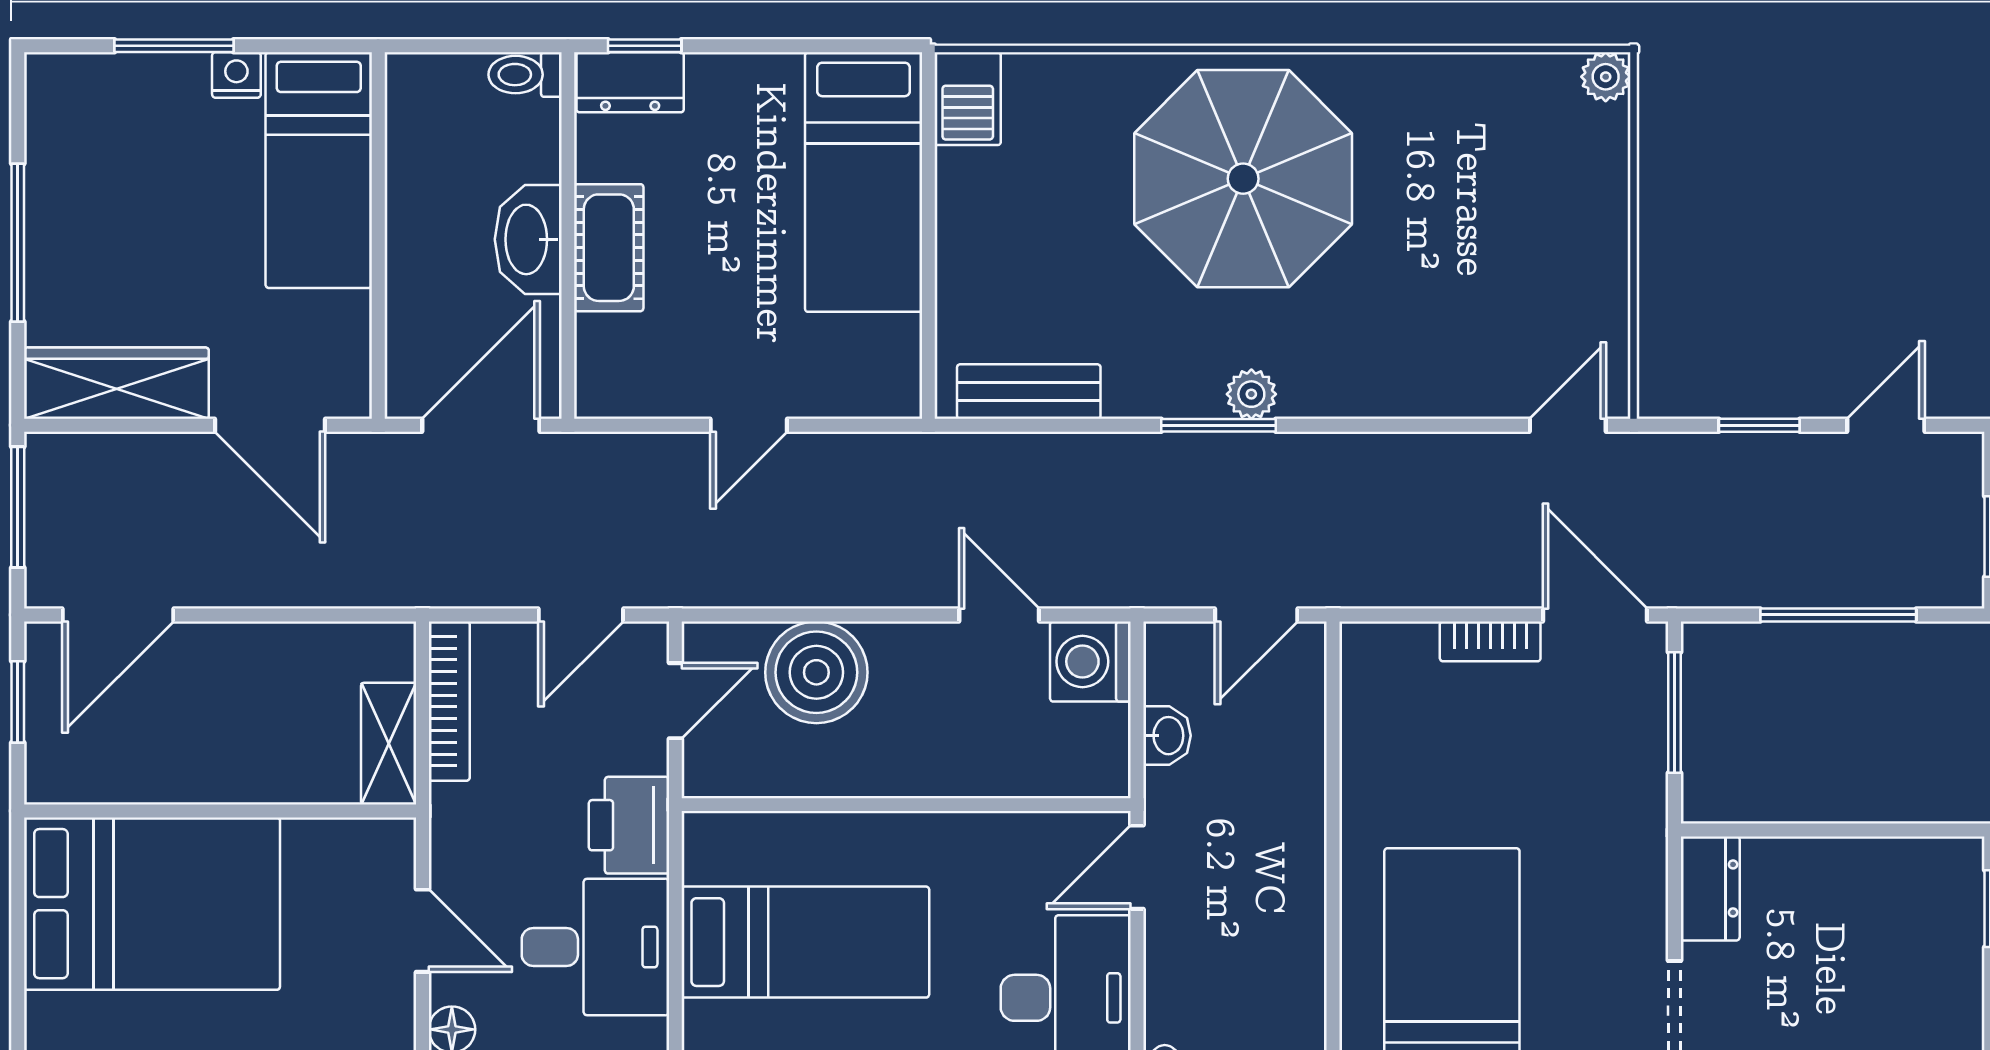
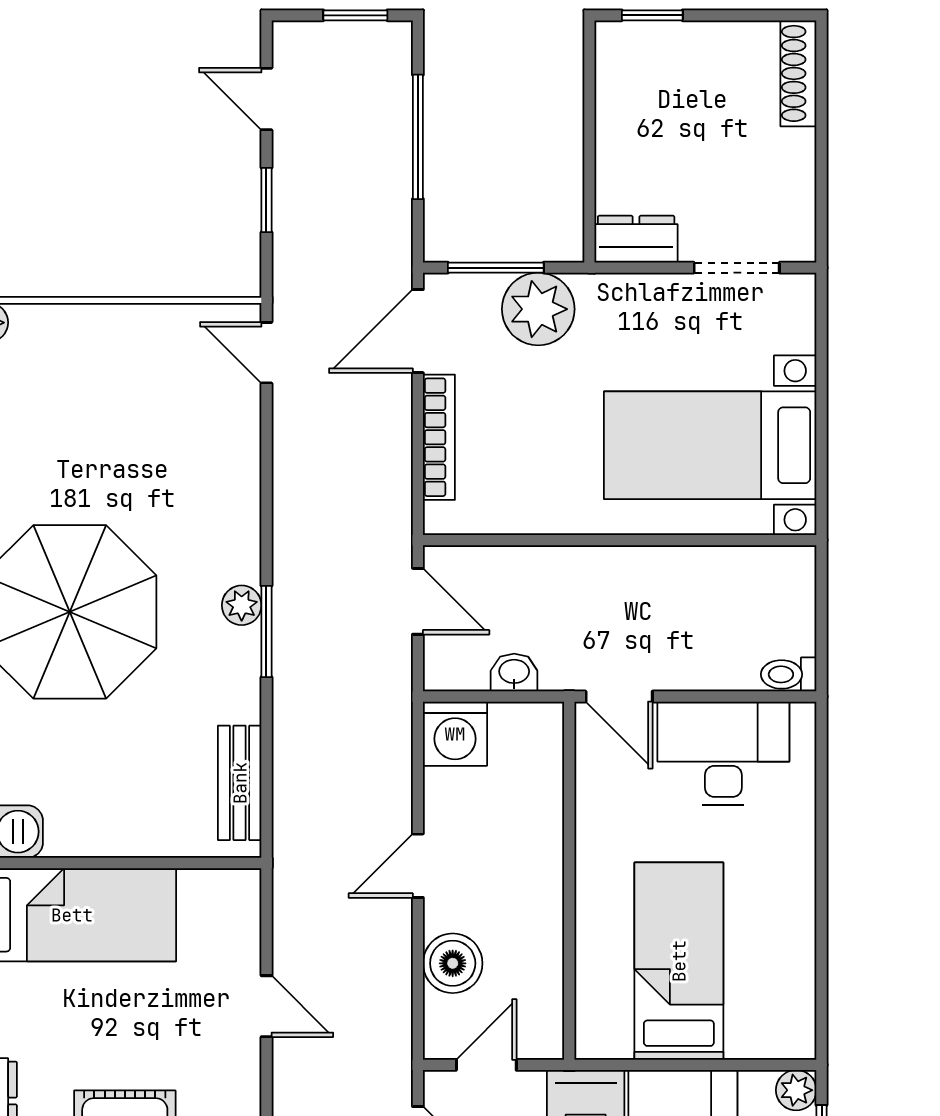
door: (999, 615) -> (418, 866), moved
bookcase: (1490, 641) -> (439, 437), width x1.56
boiler: (816, 672) -> (453, 963), width x0.73, depth x0.73
door: (675, 701) -> (486, 1065), hinge flipped
plant: (1623, 766) -> (538, 309), added

